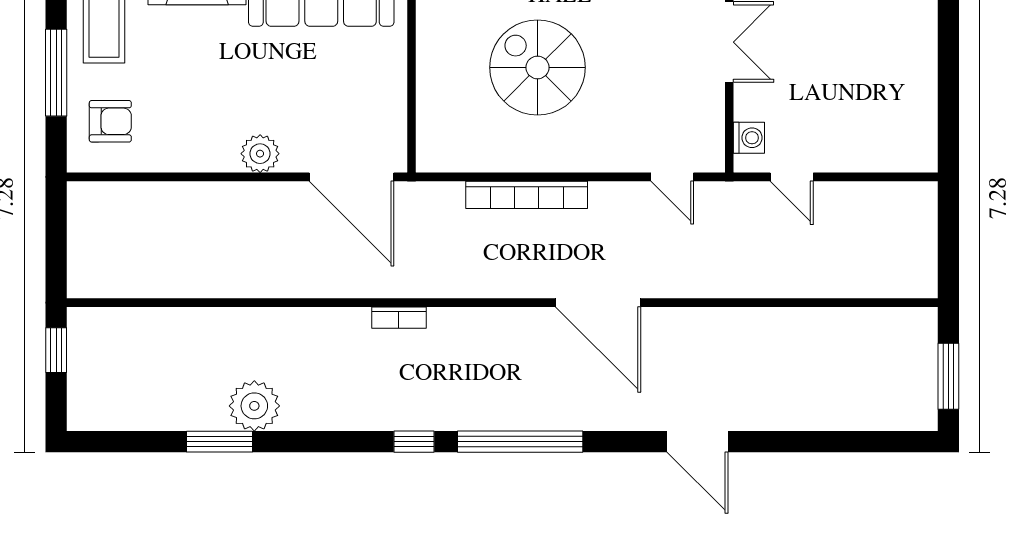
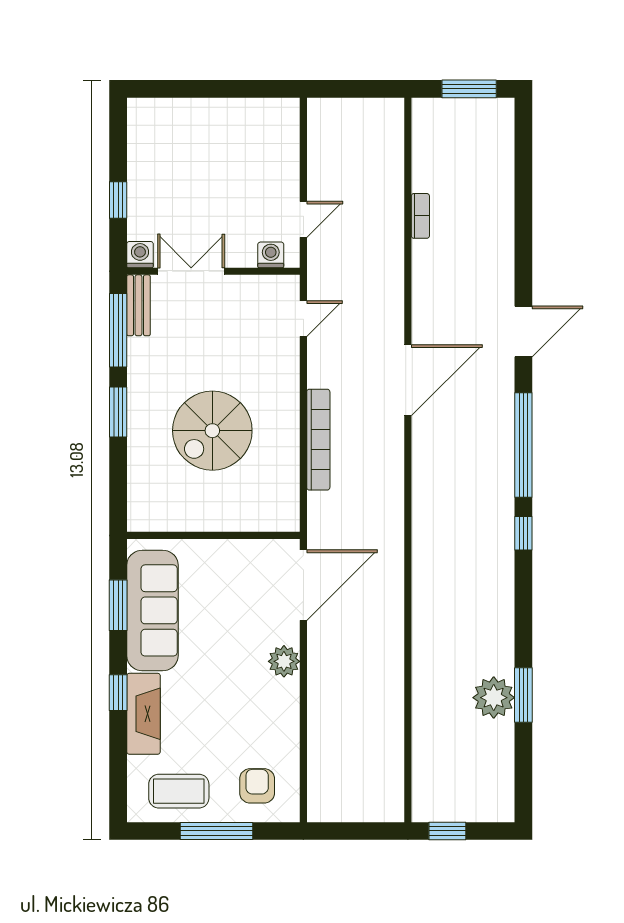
bookcase: (399, 318) -> (420, 216), moved
plant: (254, 406) -> (494, 698), moved
door: (697, 442) -> (523, 331), moved

